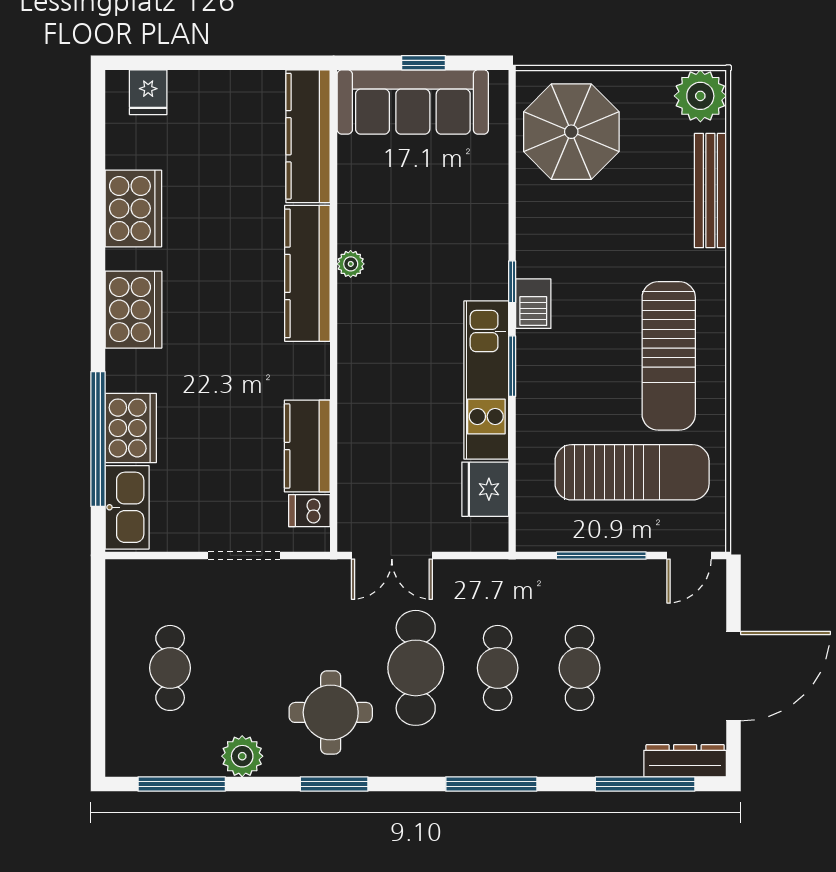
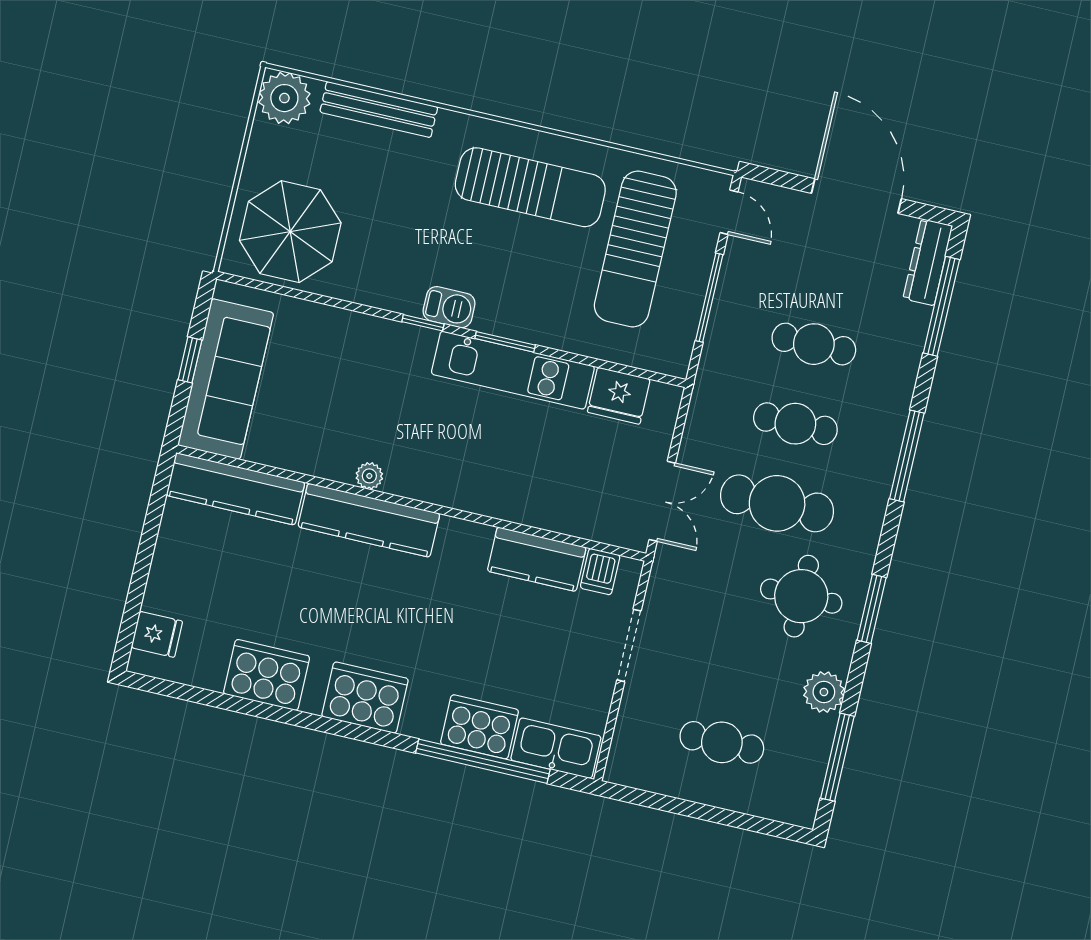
sun lounger: (632, 472) -> (635, 249), turned 180

